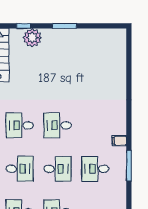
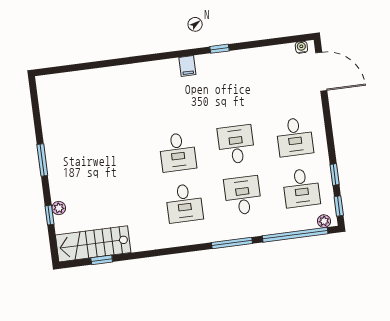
plant: (32, 38) -> (59, 208), width x0.53, depth x0.53
window: (129, 166) -> (220, 49), width x0.46
desk: (95, 169) -> (230, 93), removed

